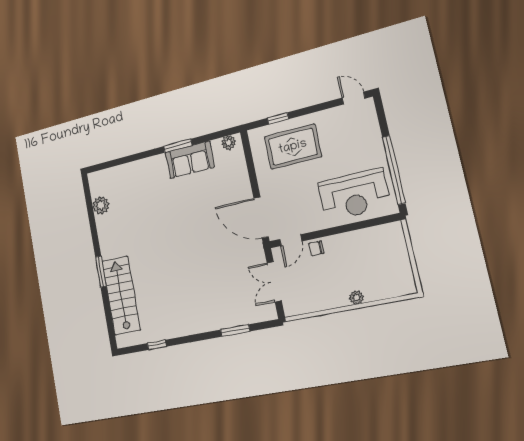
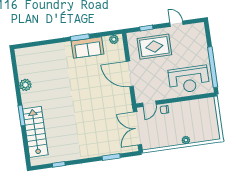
door: (354, 98) -> (177, 24), moved
plant: (101, 205) -> (25, 85), moved
door: (261, 217) -> (130, 74), moved
double door: (274, 282) -> (138, 128), width x1.37

